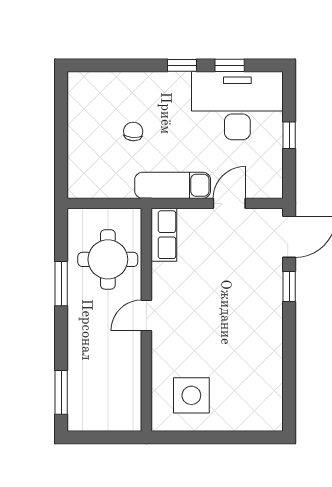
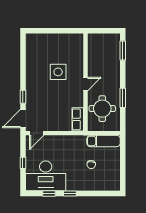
exam couch: (173, 185) -> (104, 141), moved
door: (229, 203) -> (37, 133), moved
side table: (191, 395) -> (58, 72), moved

